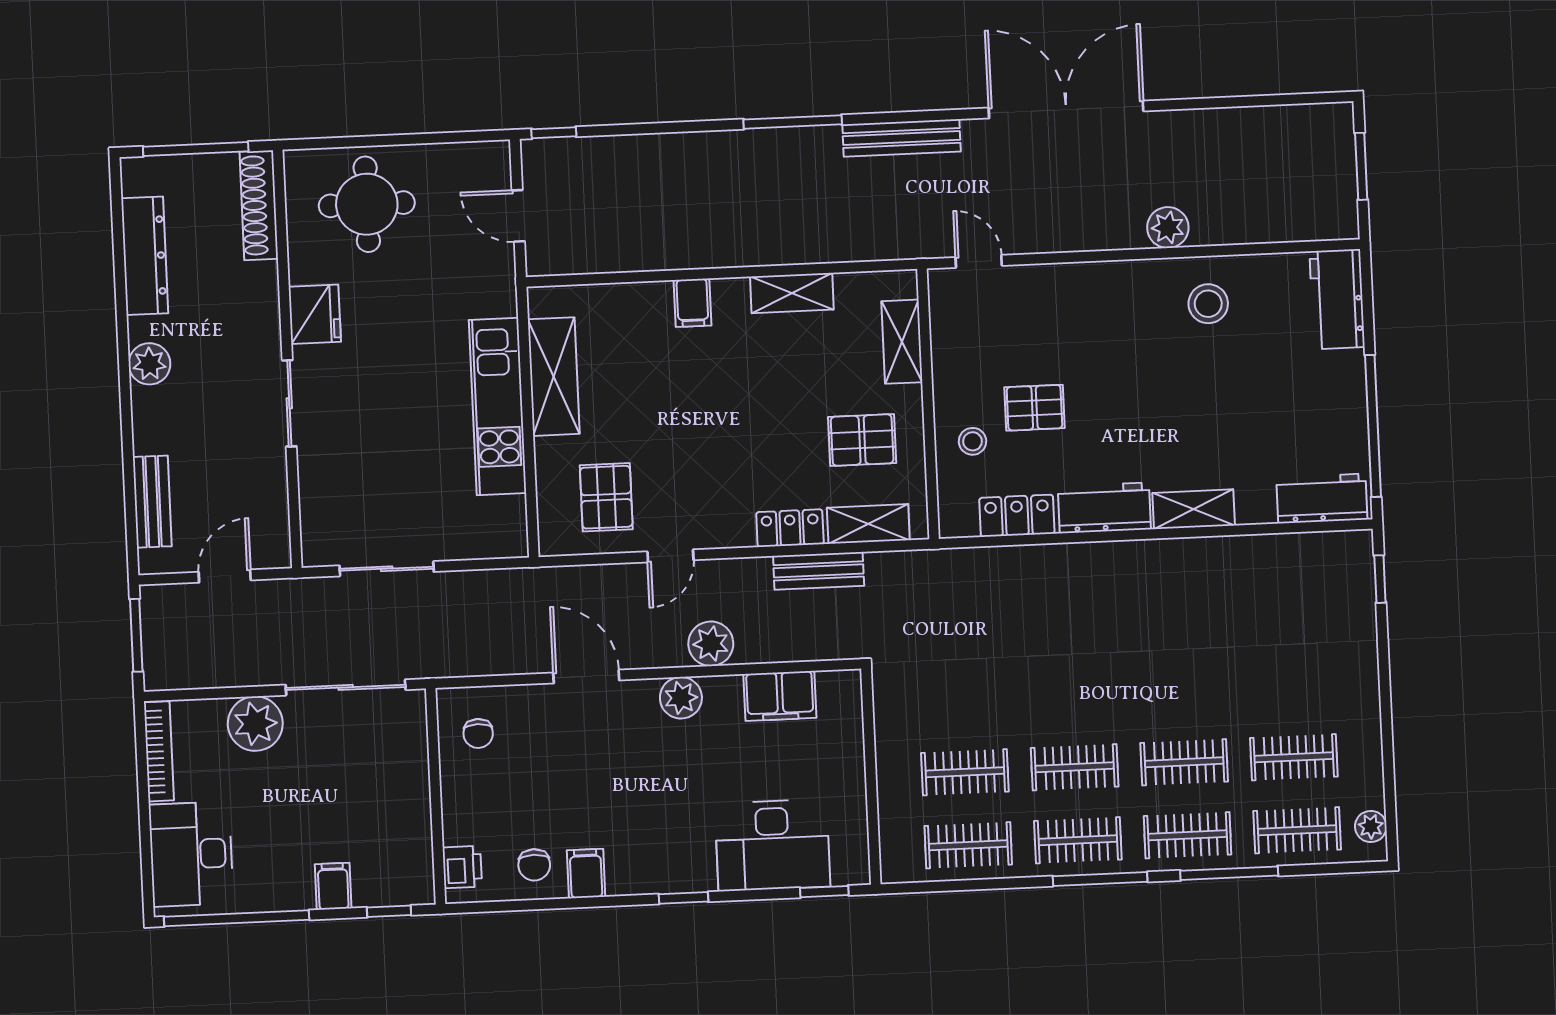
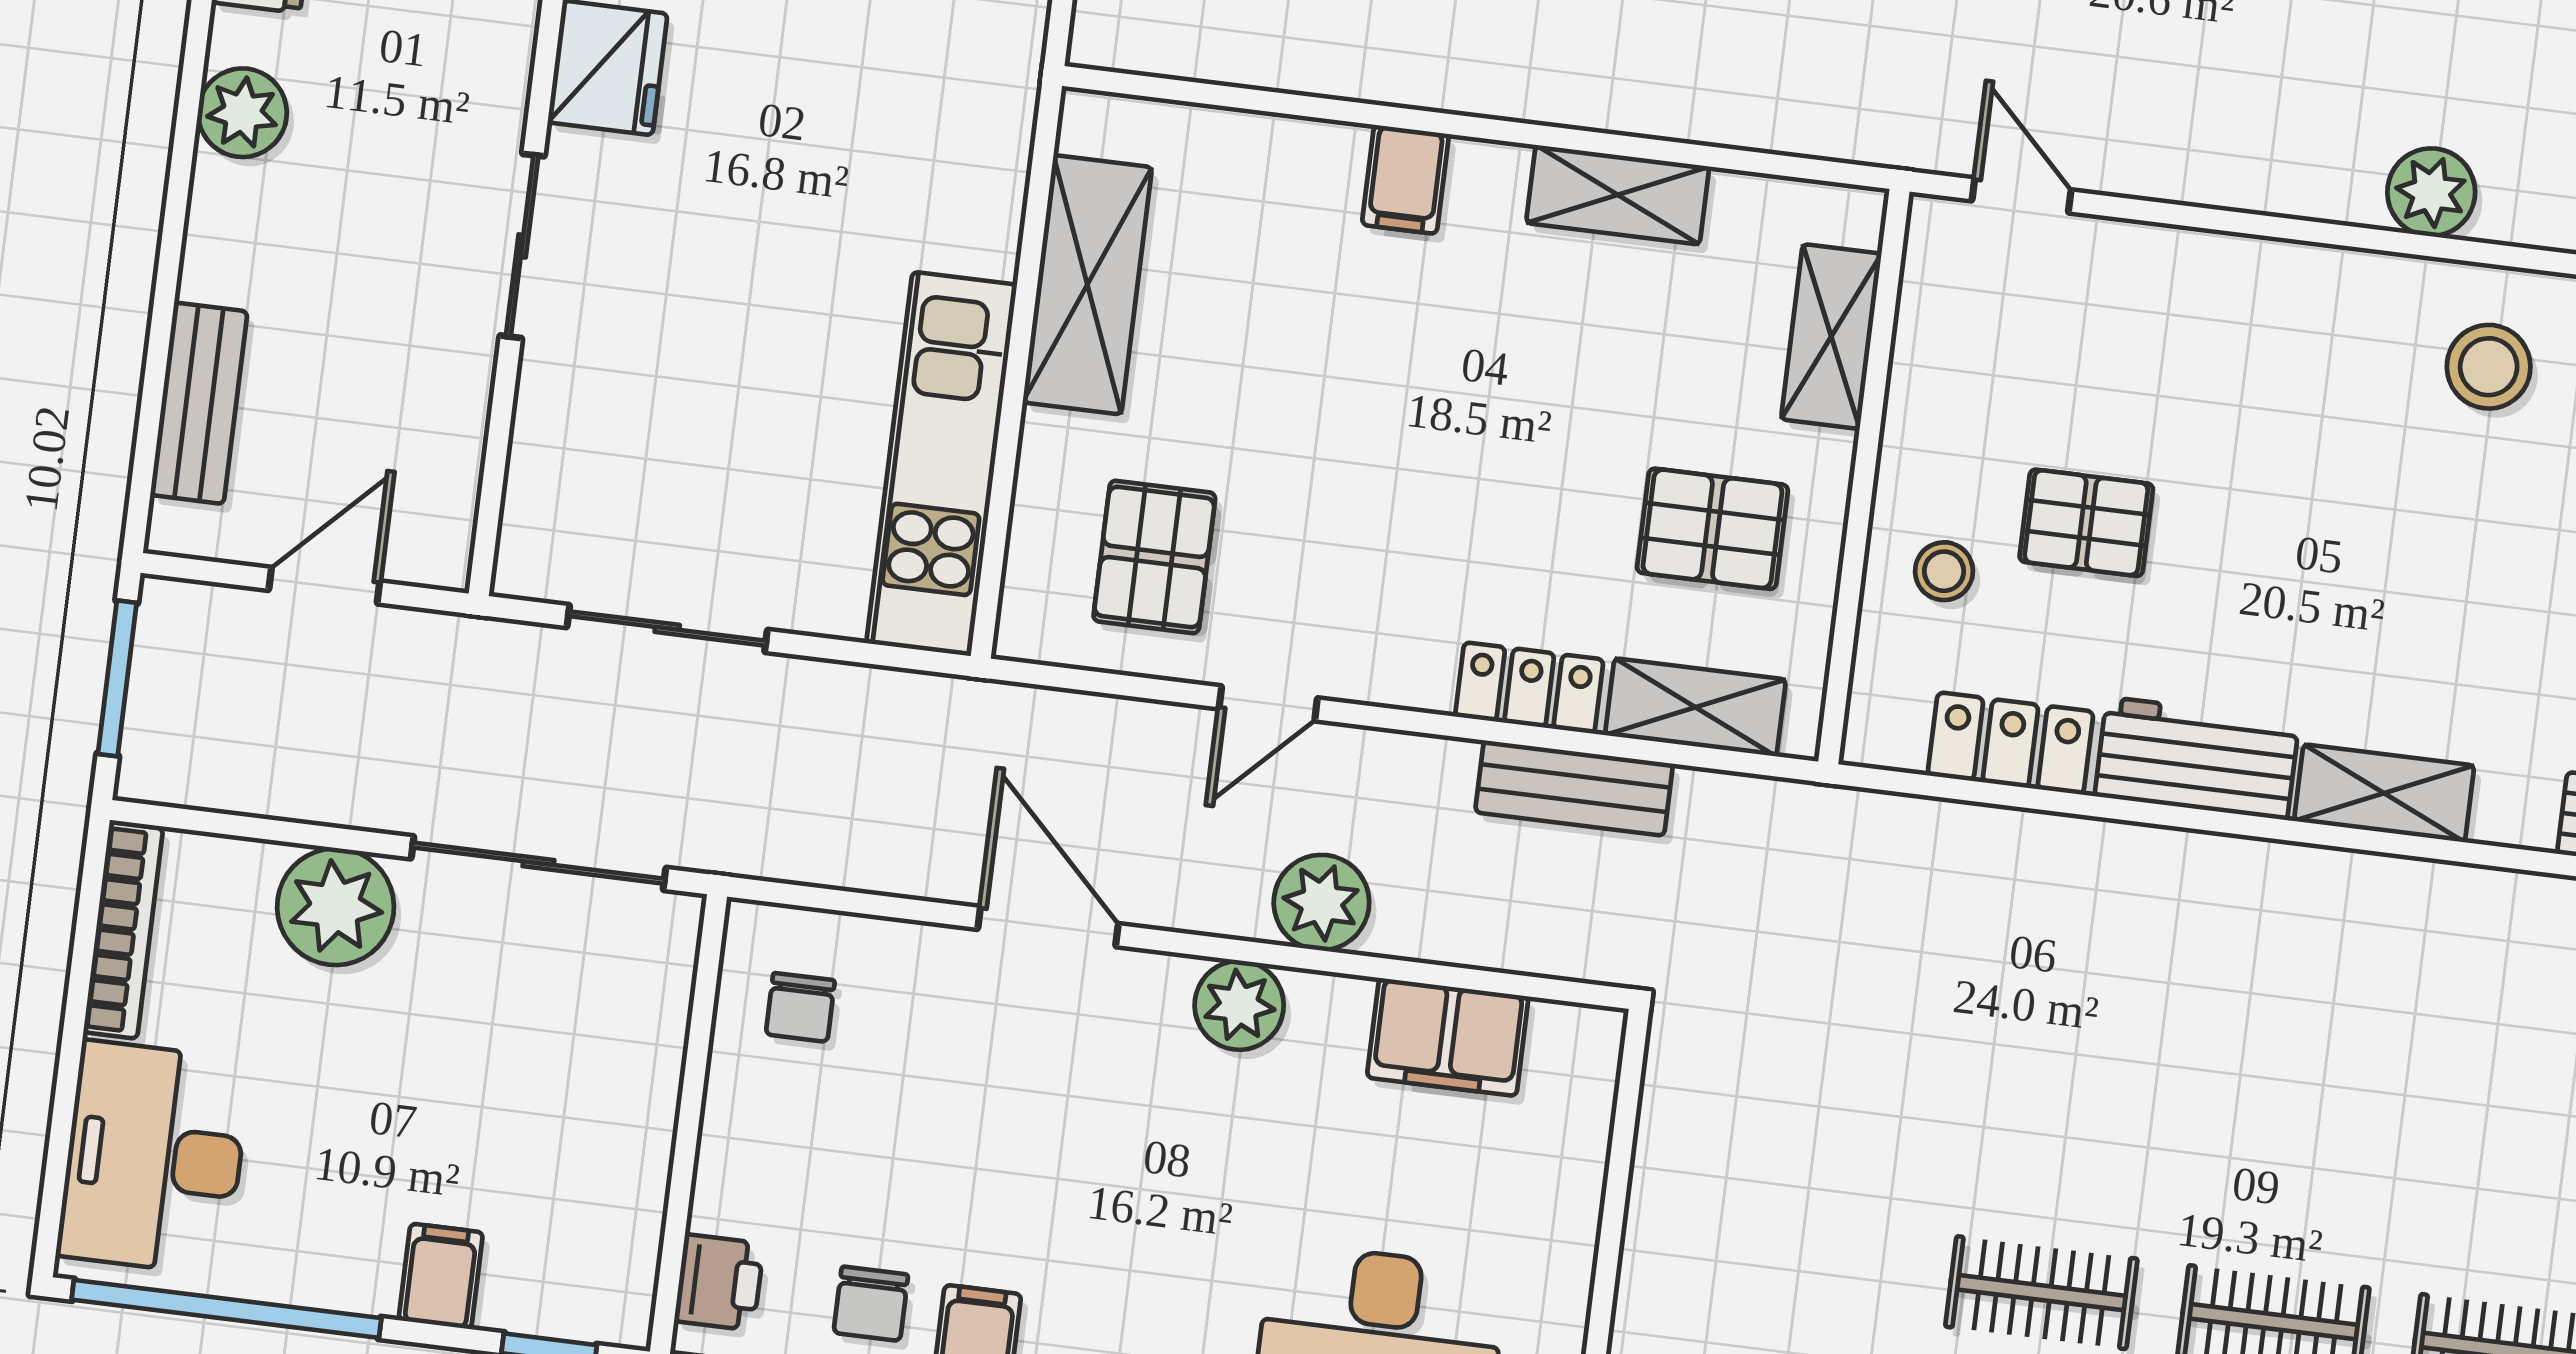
kitchen unit: (498, 406) -> (942, 464), moved
clothes rail: (965, 772) -> (1809, 1264), removed

